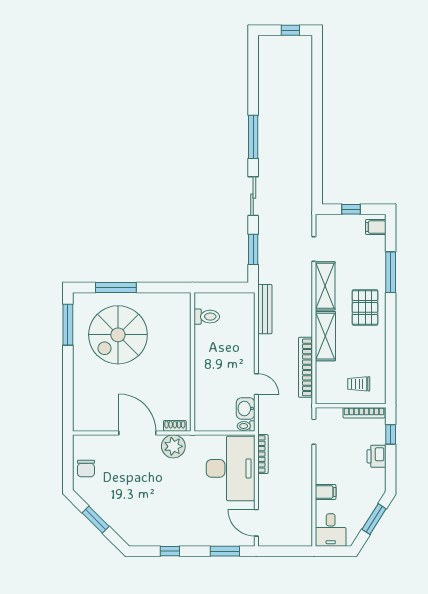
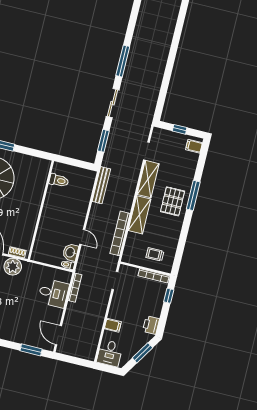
window: (391, 272) -> (193, 195), moved
printer: (377, 456) -> (151, 325), moved
desk: (231, 468) -> (53, 293), width x0.53, depth x0.77

